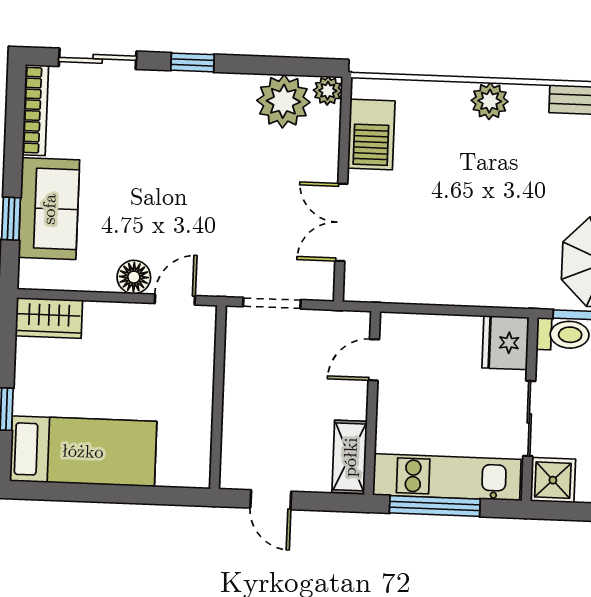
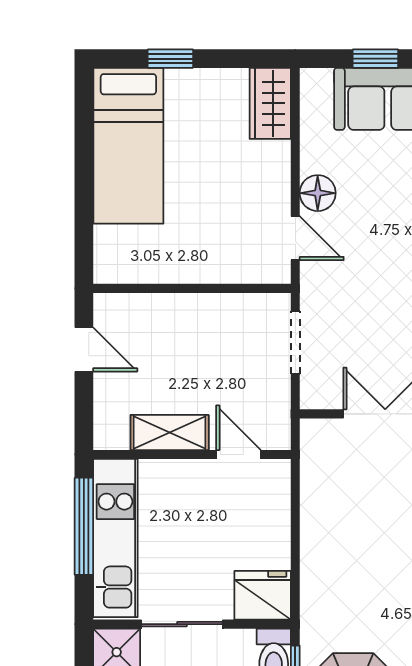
shelving: (350, 457) -> (170, 432), moved
door: (271, 500) -> (84, 349), swing flipped

